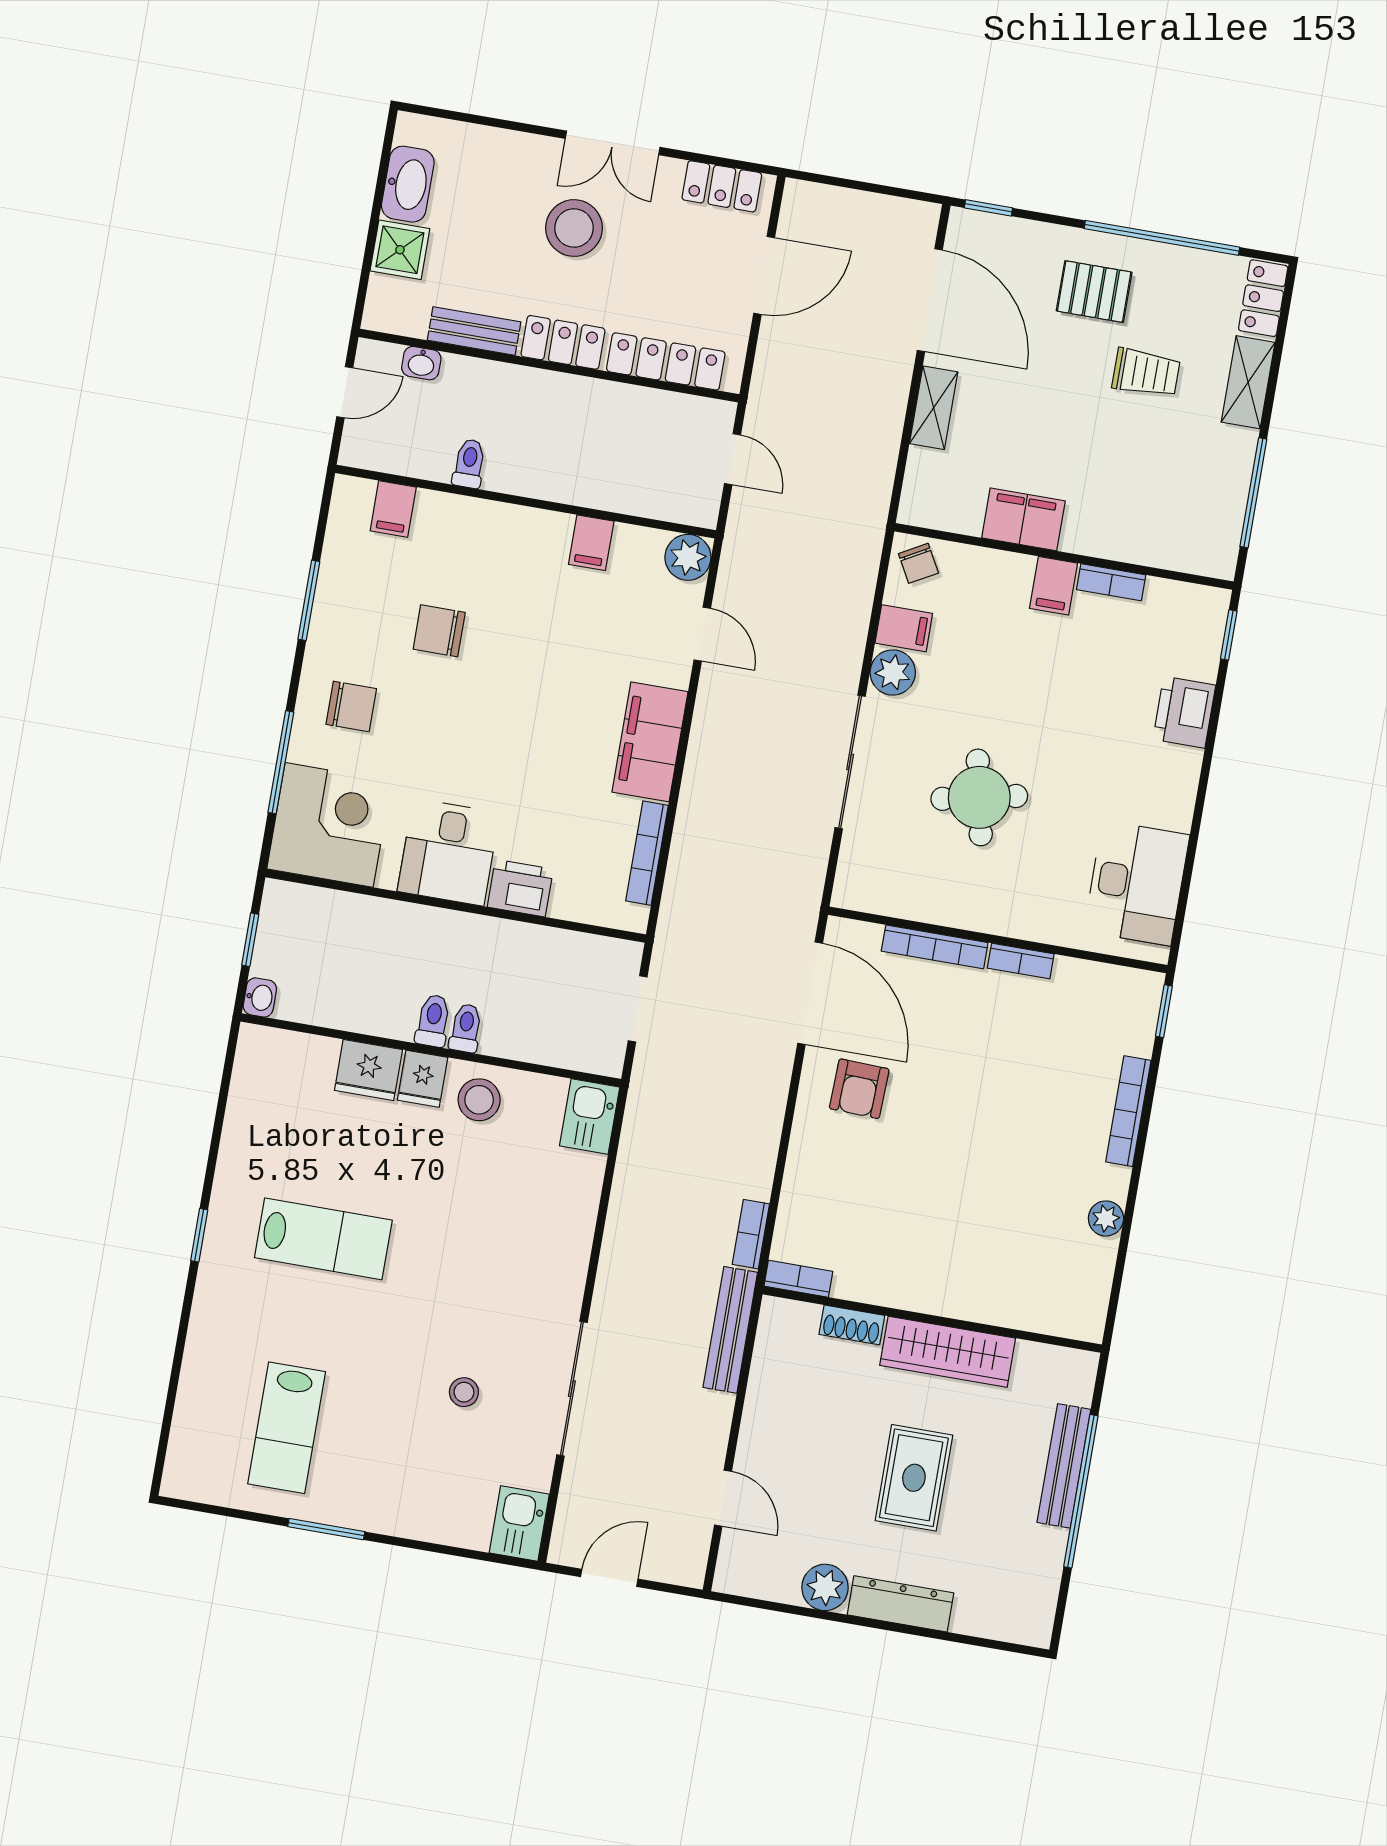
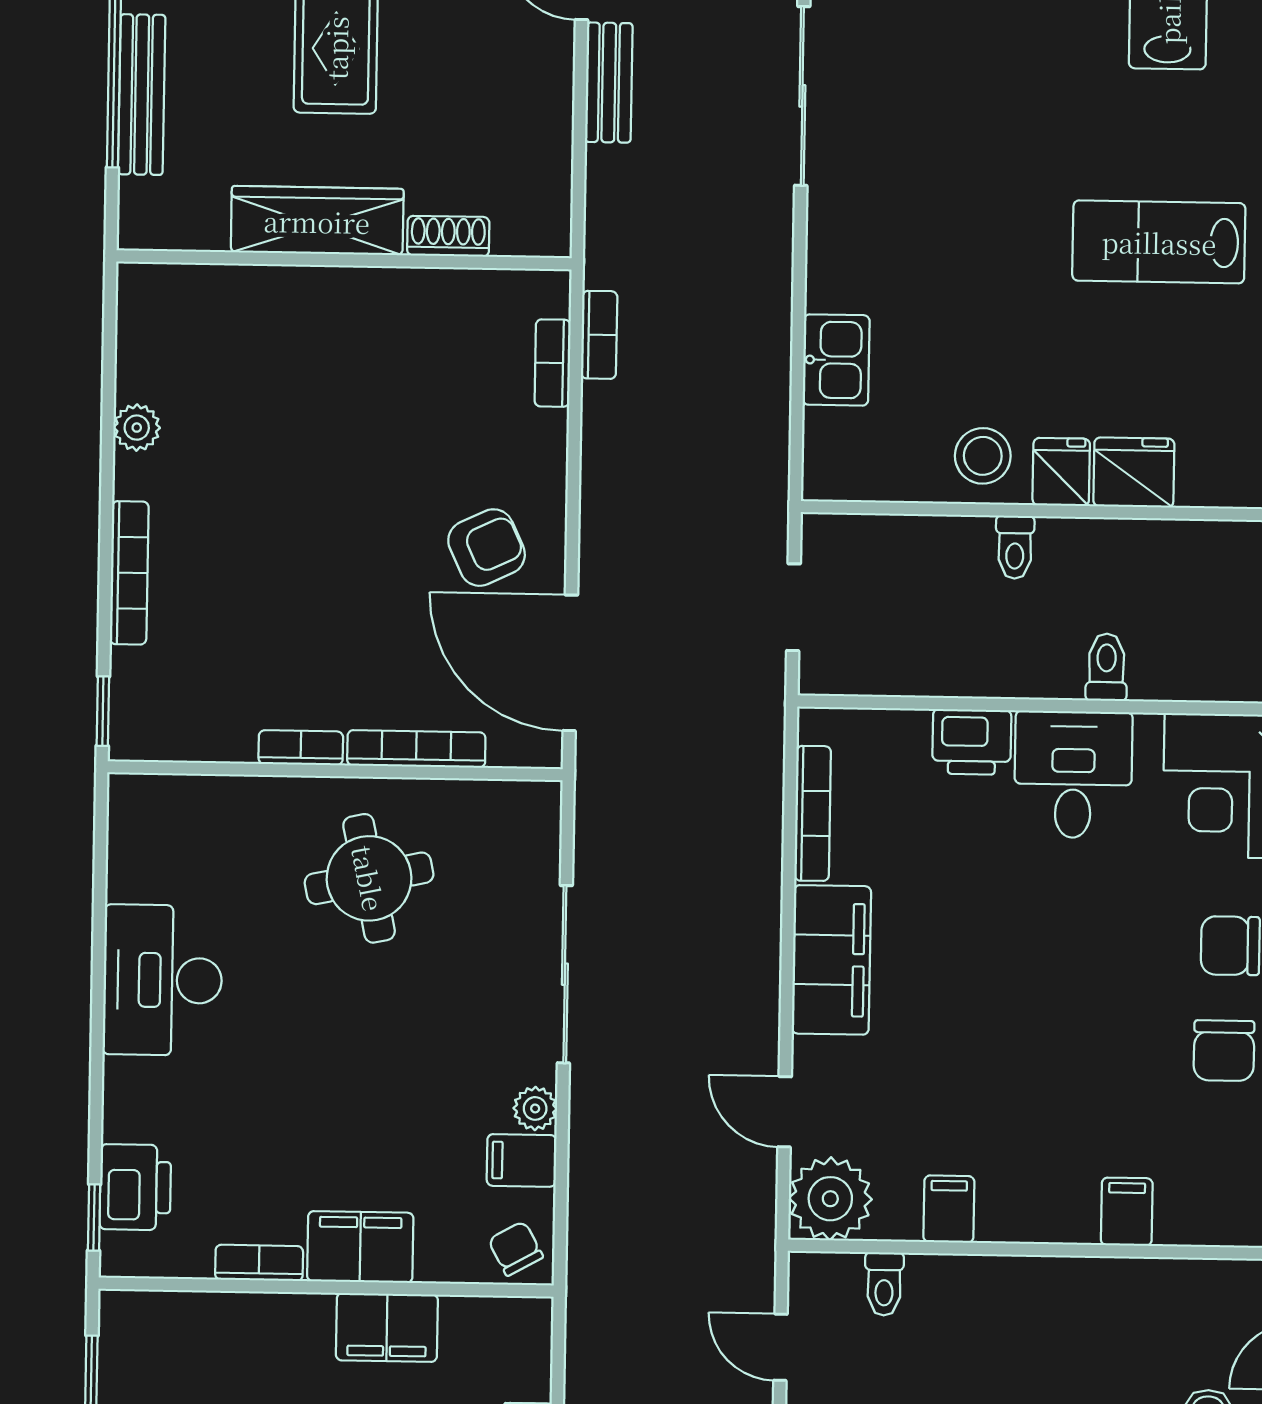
toilet: (469, 464) -> (884, 1284), moved
filing cabinet: (393, 509) -> (1127, 1212), moved
plant: (688, 557) -> (830, 1199), width x1.36, depth x1.36
filing cabinet: (1053, 586) -> (360, 1247), width x2.00
chair: (439, 631) -> (1224, 1051), moved, turned 90
plant: (893, 672) -> (535, 1108), width x0.73, depth x0.73
printer: (1184, 712) -> (135, 1187), moved
round table: (979, 797) -> (369, 878), moved
desk: (1137, 883) -> (163, 980), moved
toilet: (433, 1021) -> (1106, 667), moved, turned 180
armchair: (859, 1089) -> (487, 548), turned 63
kitchen sink: (590, 1116) -> (836, 360), moved
bookcase: (798, 1279) -> (553, 363), moved, turned 90
bench: (730, 1330) -> (609, 83), moved, width x0.73
stool: (464, 1392) -> (943, 69), removed

